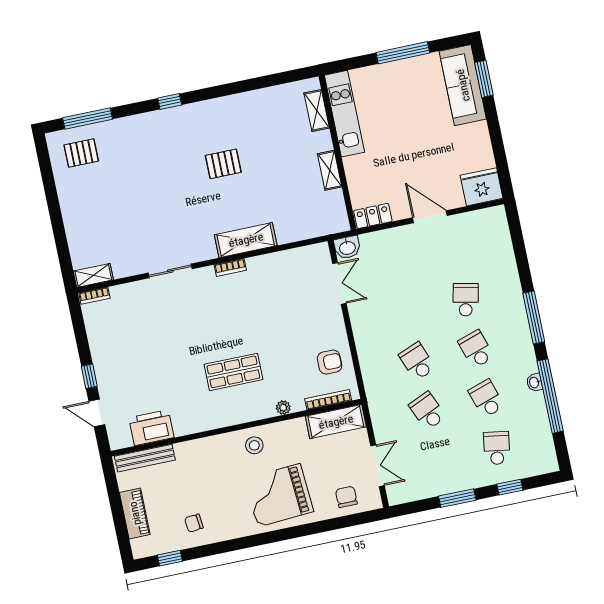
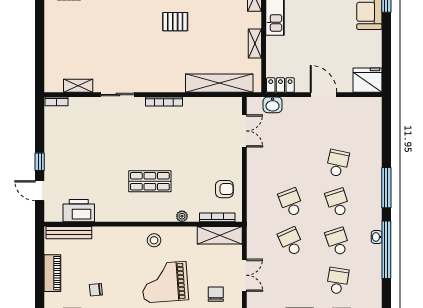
shelving: (246, 240) -> (219, 83), moved, width x1.47
washbasin: (347, 247) -> (273, 105), moved
bookcase: (230, 268) -> (164, 101), width x1.56
shelving: (93, 275) -> (78, 86), moved

